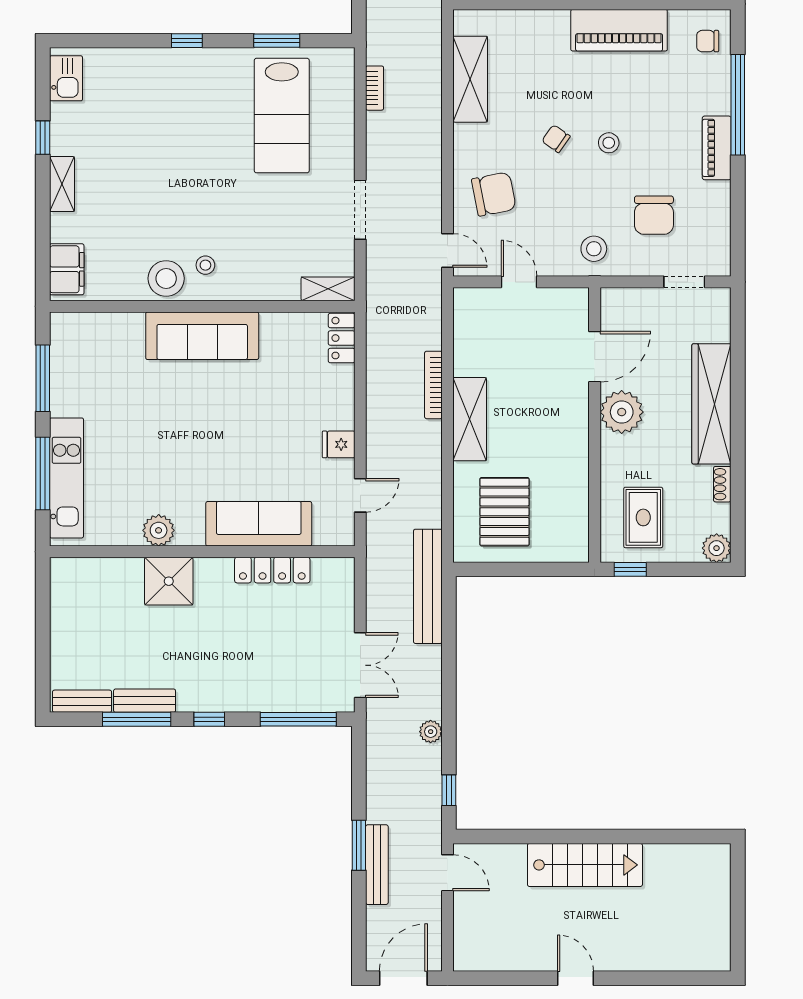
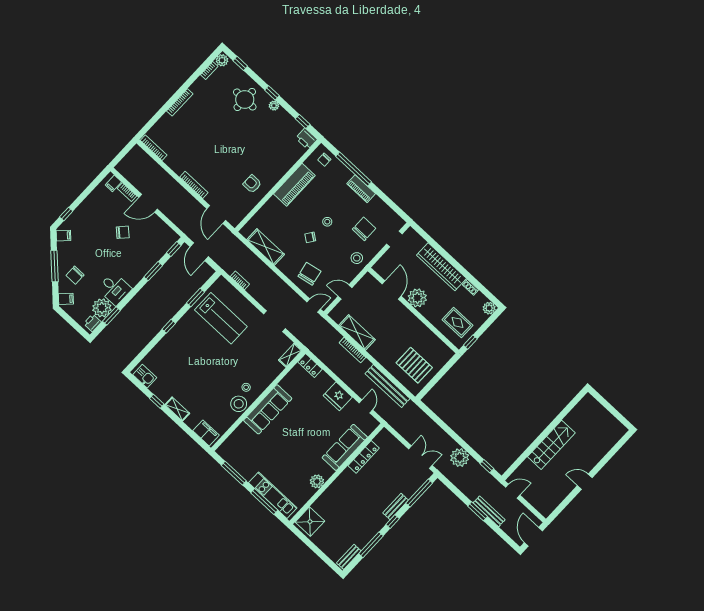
chair: (654, 215) -> (364, 229), turned -90
shelving: (470, 419) -> (357, 333), moved
fridge: (339, 444) -> (338, 396), width x1.88, depth x1.34
shower: (169, 581) -> (310, 522), moved
bench: (428, 586) -> (387, 386), moved
bench: (145, 701) -> (396, 506), moved
plant: (431, 732) -> (460, 458), width x1.87, depth x1.87

